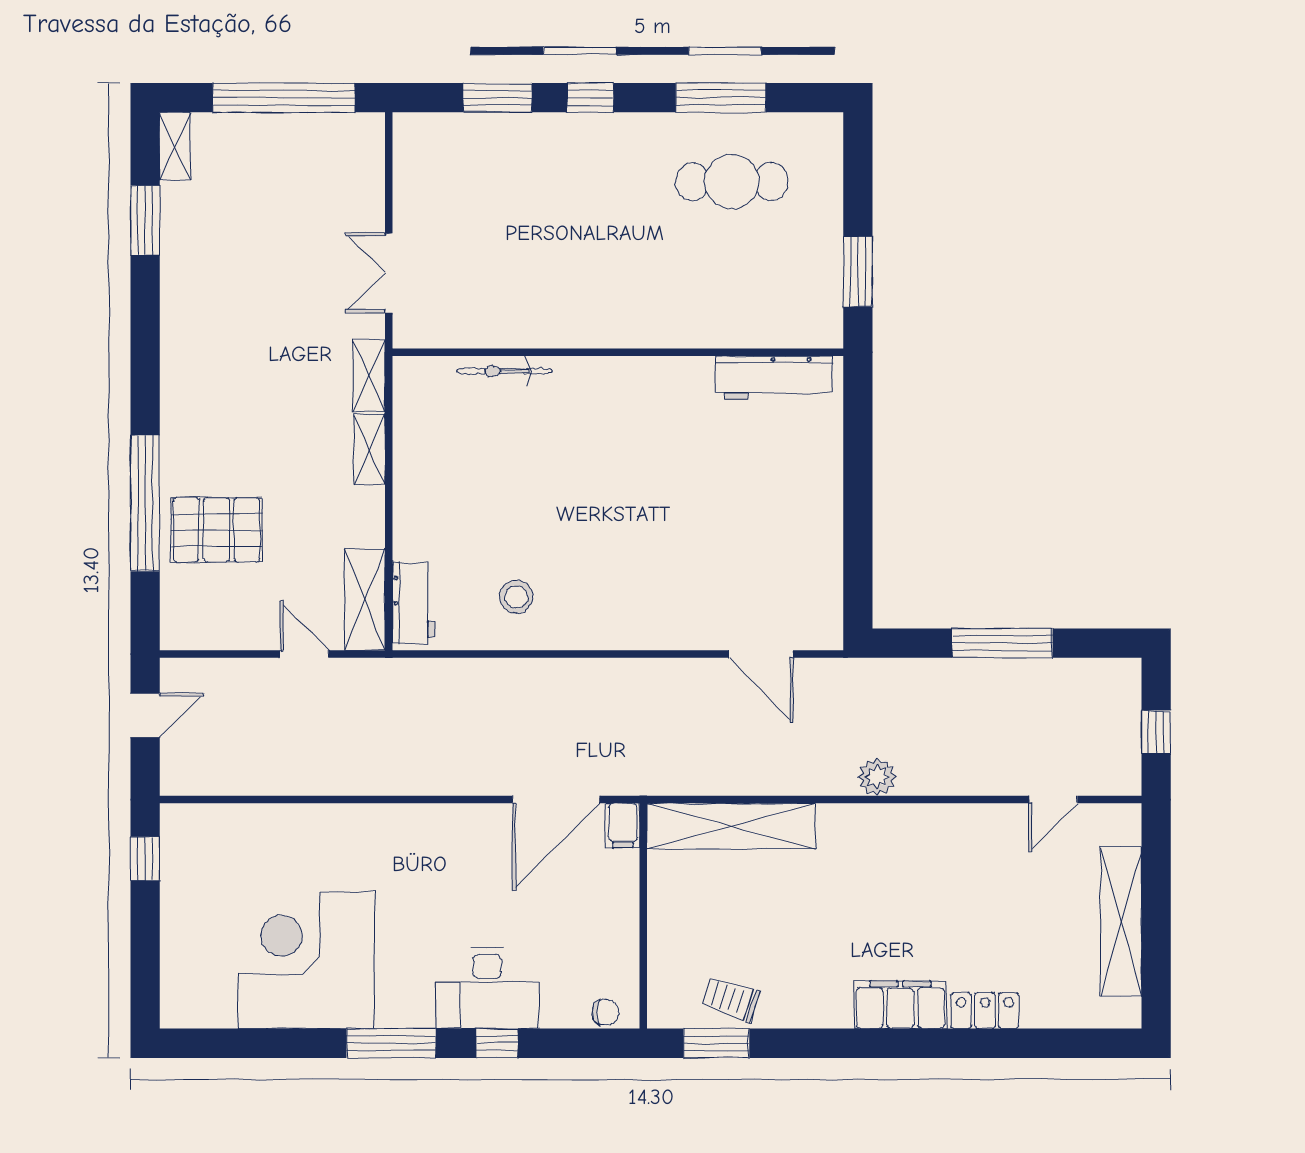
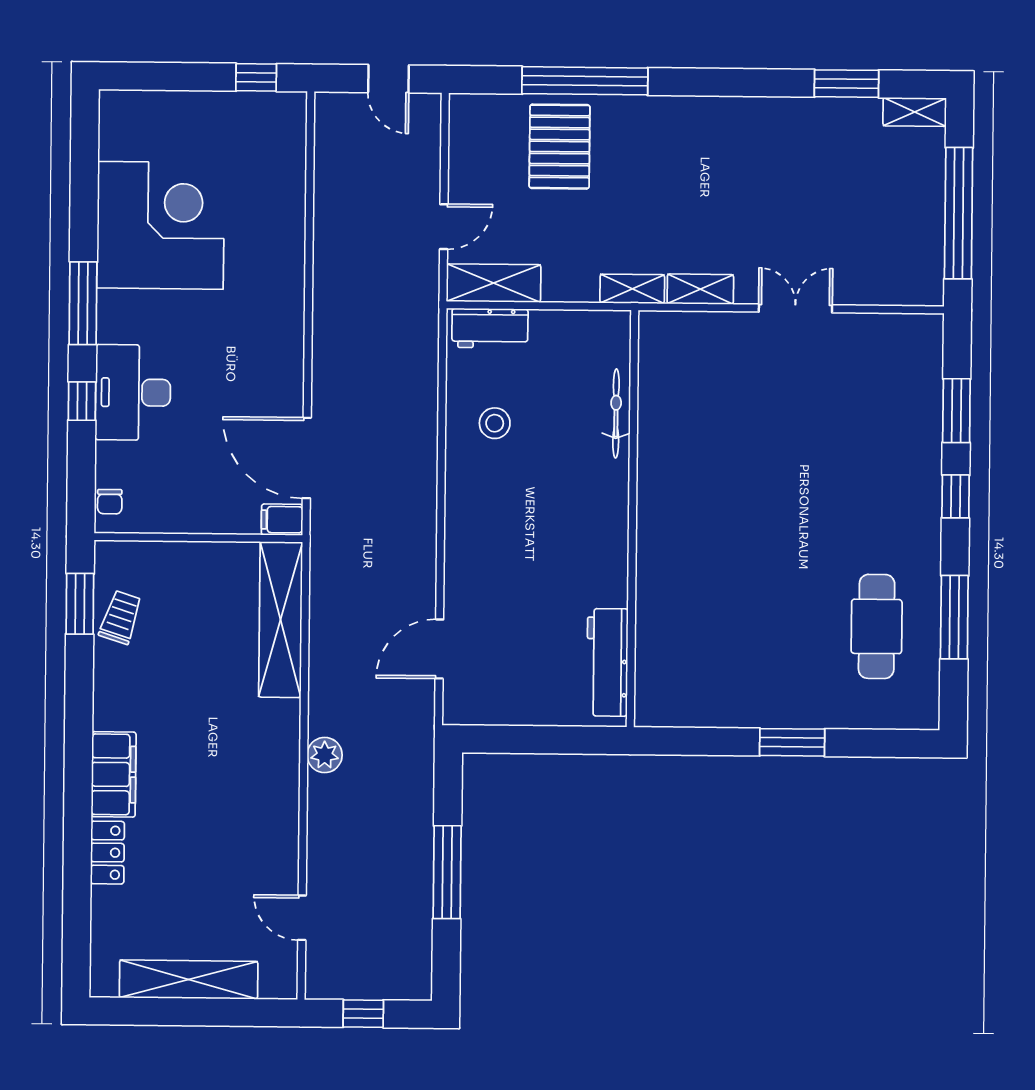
wall: (618, 352) -> (632, 519), moved
bicycle: (504, 371) -> (616, 413), moved
workbench: (774, 378) -> (607, 662), moved

